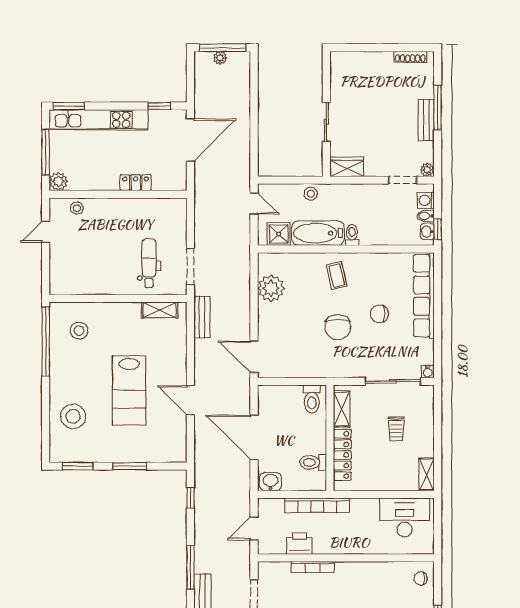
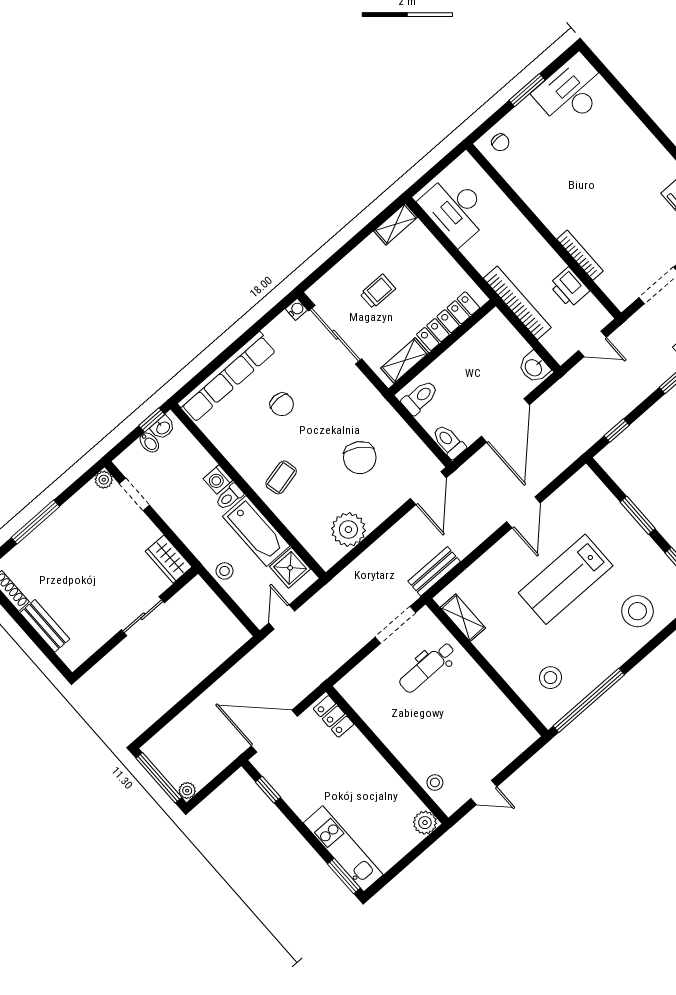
plant: (220, 58) -> (187, 791), moved
kitchen unit: (99, 120) -> (343, 849), width x0.73
bench: (426, 120) -> (45, 626), moved, turned 90
window: (46, 152) -> (408, 860), removed
locker: (136, 183) -> (334, 716), moved
washing machine: (426, 200) -> (218, 479), moved, turned 90
chair: (338, 327) -> (360, 458), moved, turned 122
lab bench: (129, 391) -> (566, 579), turned 180
toilet: (313, 462) -> (449, 442), moved, turned 180

